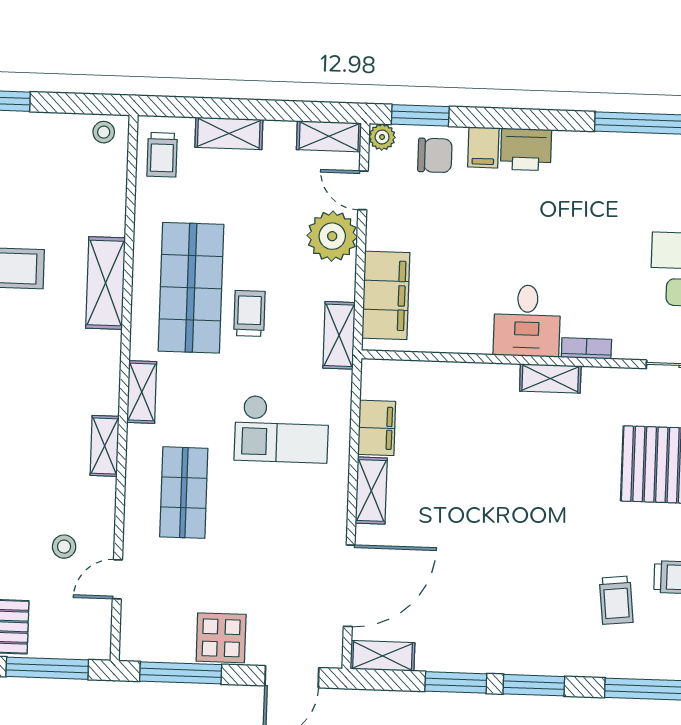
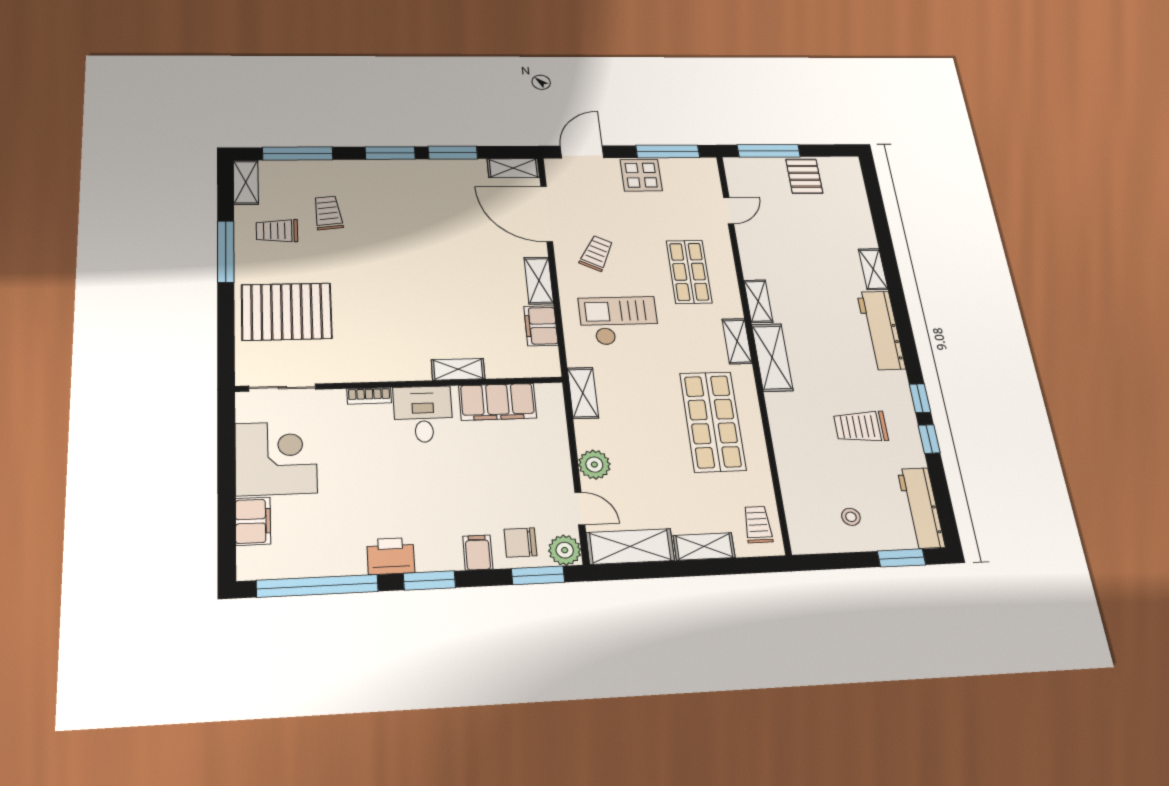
window: (539, 120) -> (429, 581), added
stool: (104, 132) -> (851, 517), moved
shelving: (329, 136) -> (630, 546), width x1.50, depth x1.33
plant: (382, 137) -> (565, 550), width x1.38, depth x1.38
printer: (526, 149) -> (391, 556), moved
plant: (332, 236) -> (594, 465), width x0.73, depth x0.73
shelving: (106, 283) -> (772, 357), moved
filing cabinet: (386, 295) -> (498, 402), moved, turned -90
trolley: (249, 313) -> (597, 253), moved, turned -153
shelving: (550, 378) -> (458, 369), moved
stool: (64, 547) -> (774, 231), removed
door: (349, 586) -> (547, 214), hinge flipped

